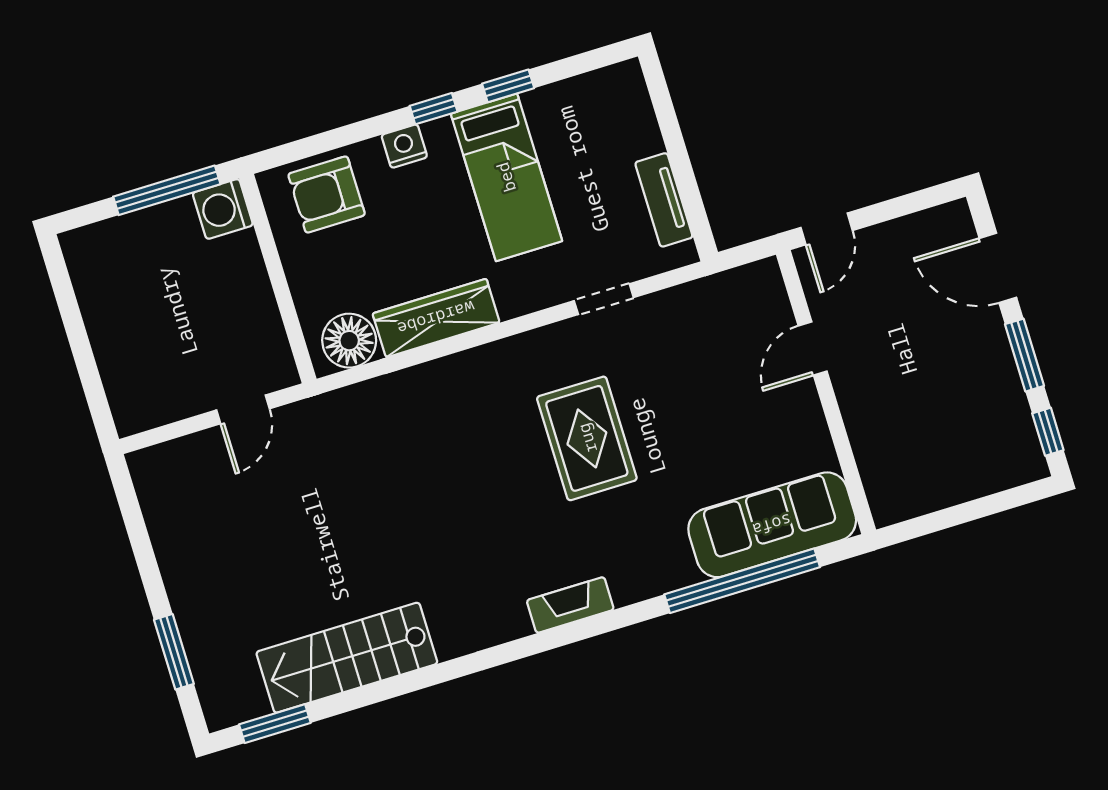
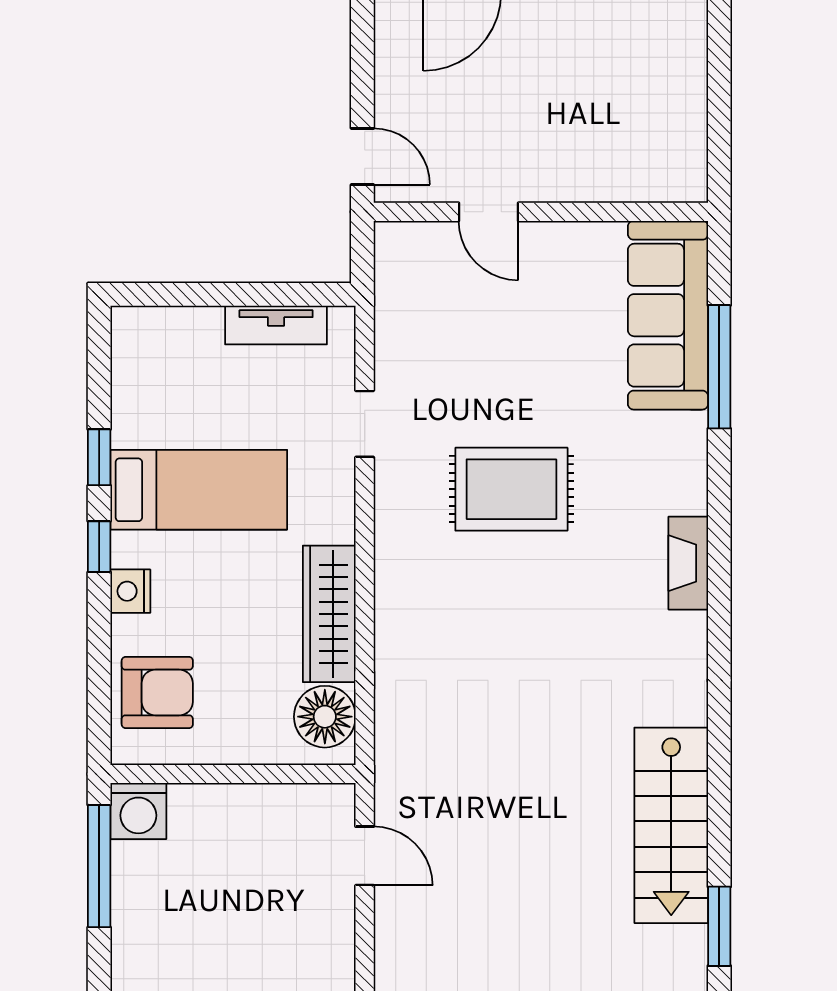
armchair: (327, 195) -> (157, 693), turned -90
window: (742, 581) -> (719, 367), width x0.68

